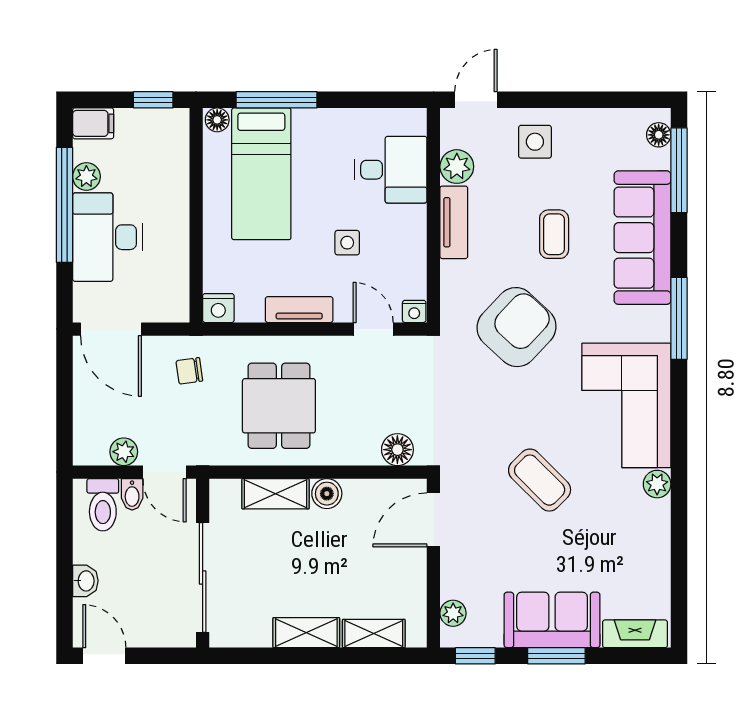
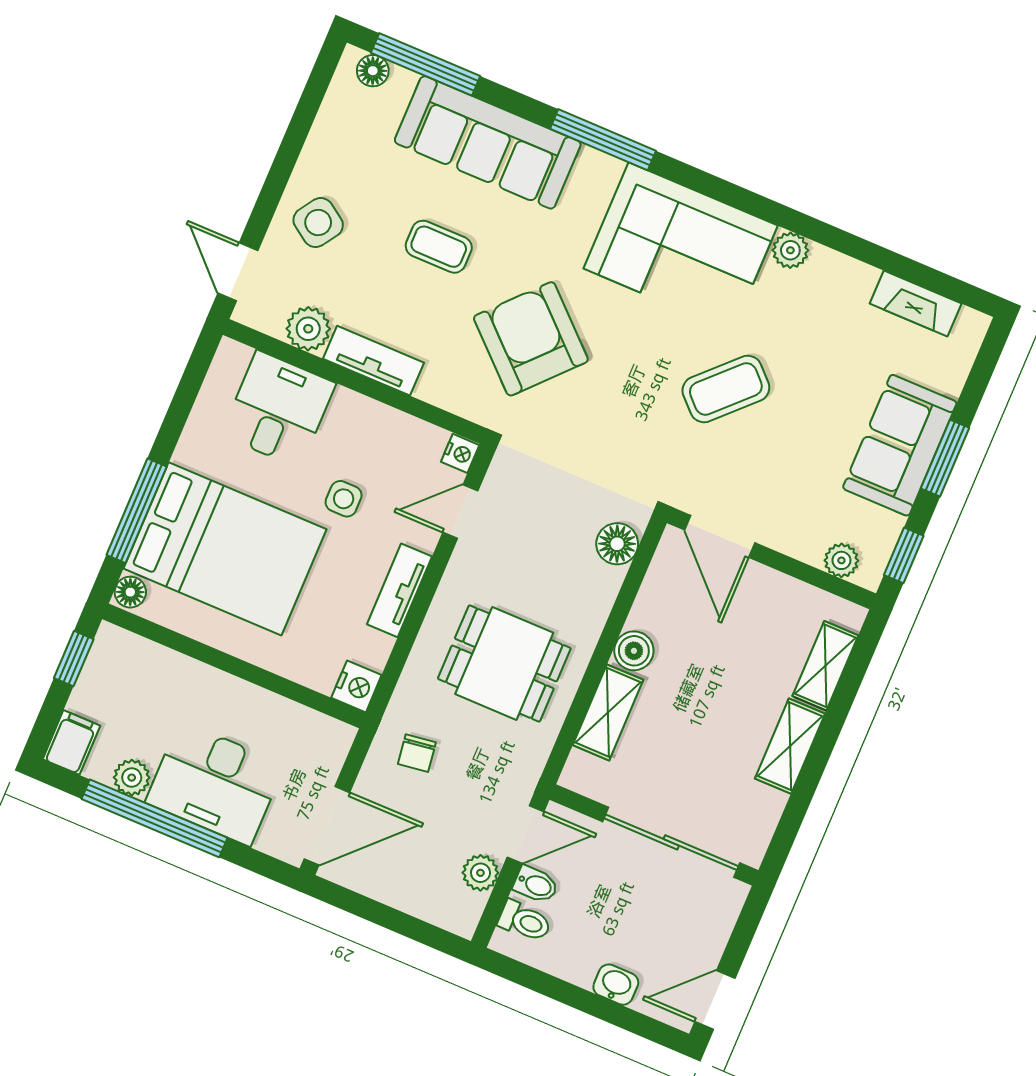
side table: (535, 142) -> (318, 223), turned 34
bed: (261, 174) -> (225, 549), width x1.50
toilet: (103, 505) -> (525, 921), width x0.73, depth x0.72
fireplace: (635, 634) -> (916, 304), moved, turned -90

